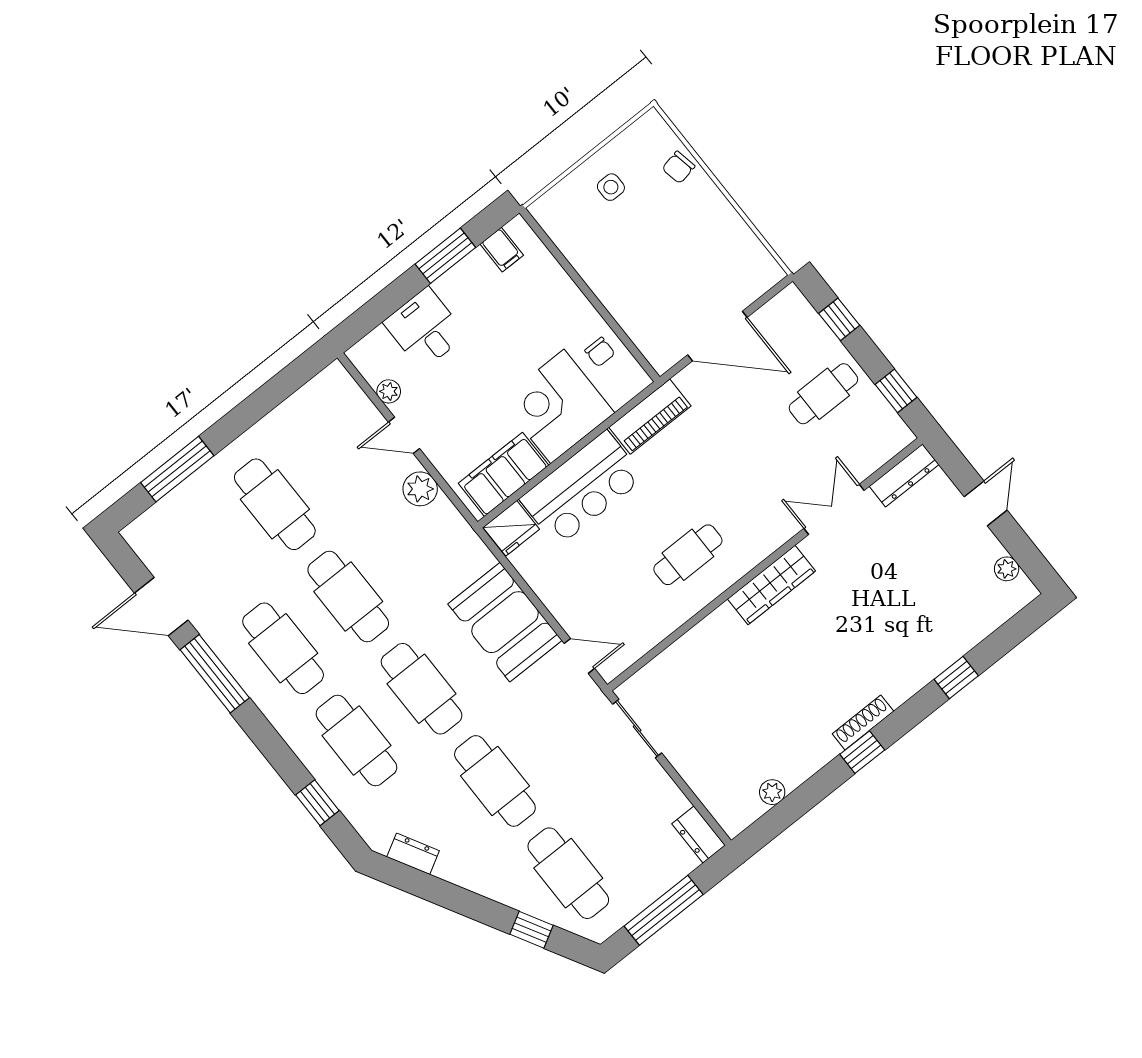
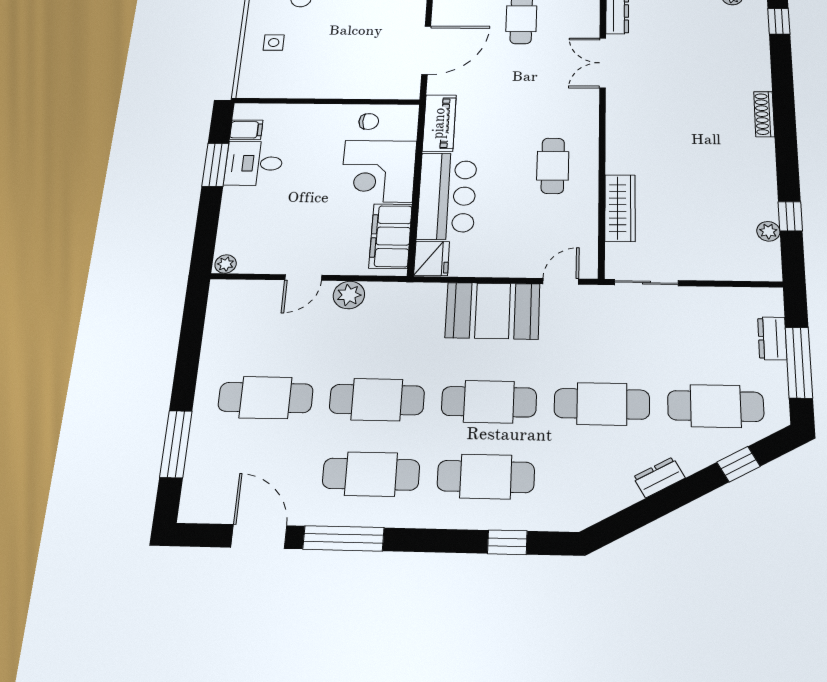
desk: (425, 329) -> (254, 163), moved
plant: (389, 391) -> (226, 264), moved
wardrobe: (772, 585) -> (620, 208), moved
door: (161, 607) -> (259, 536), swing flipped
window: (956, 678) -> (779, 21), moved
shoe rack: (863, 722) -> (764, 114), moved
window: (862, 752) -> (790, 216), moved
dresser: (699, 834) -> (772, 338), moved, turned 90
dresser: (413, 854) -> (659, 477), moved

